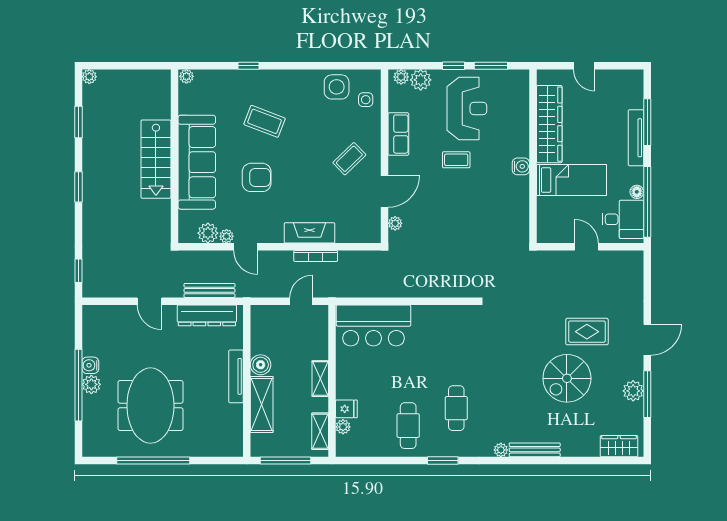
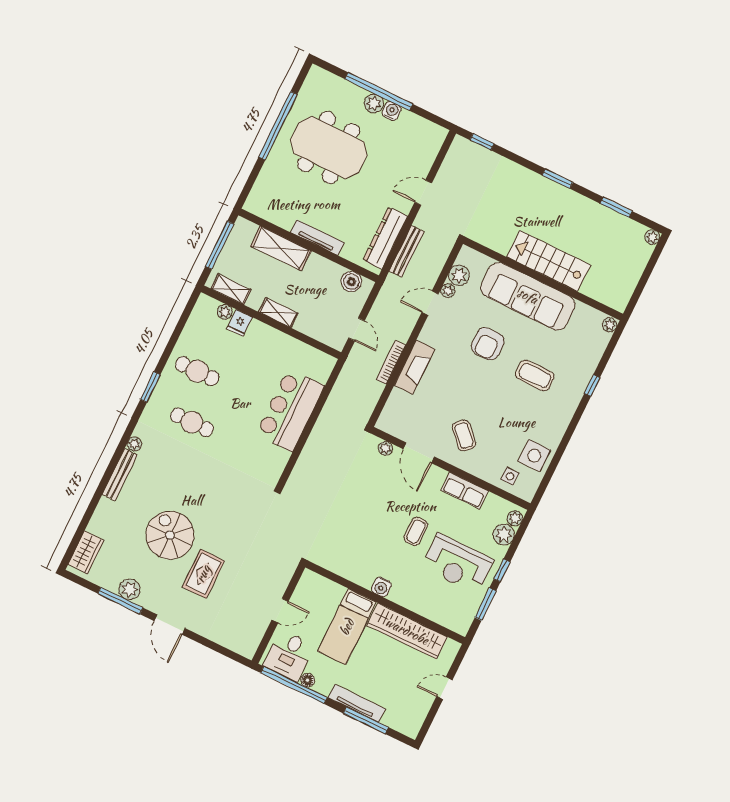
coffee table: (265, 121) -> (535, 375), turned 69
bar counter: (373, 325) -> (290, 410), moved
boiler: (261, 365) -> (351, 282), moved

